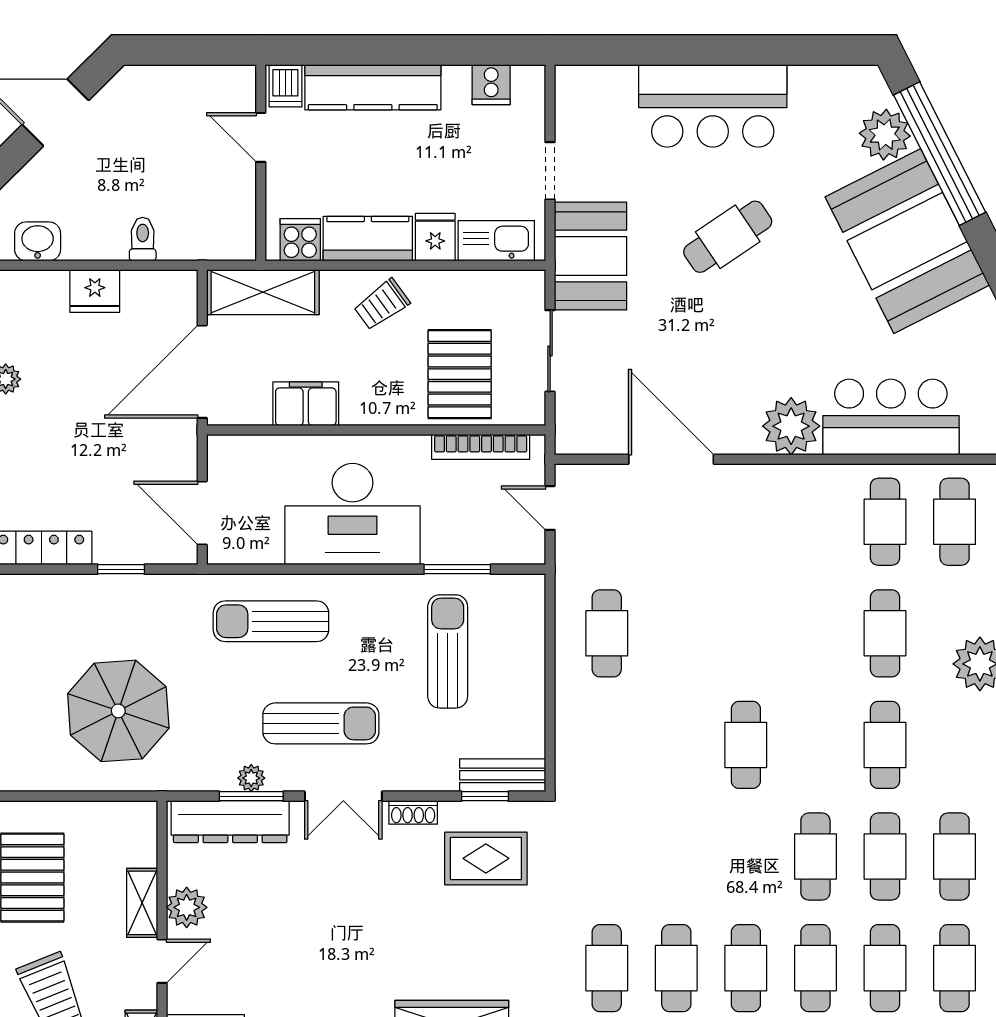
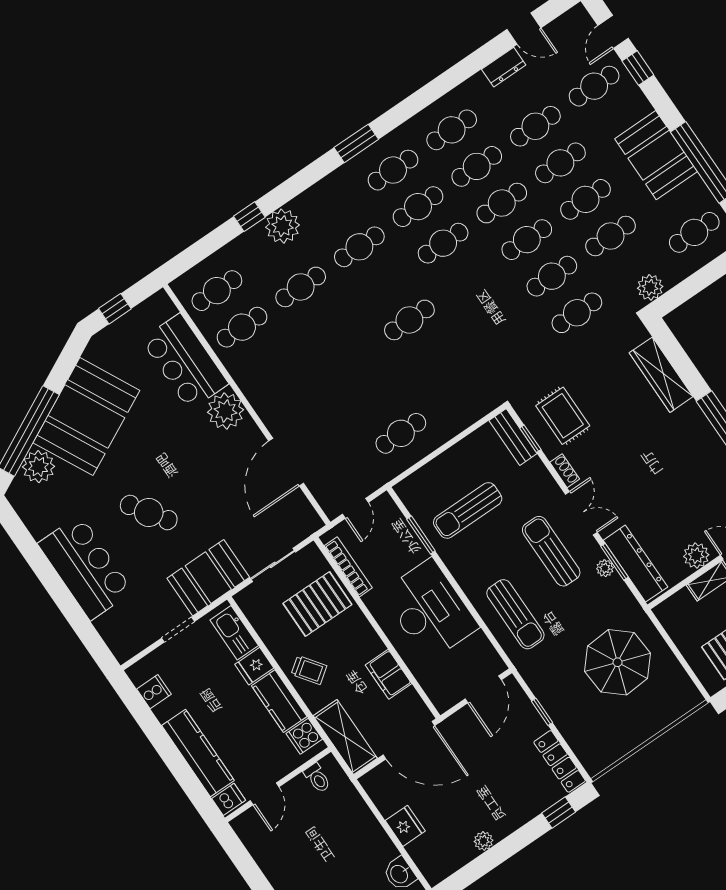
toilet: (143, 239) -> (317, 778), moved, turned -90

